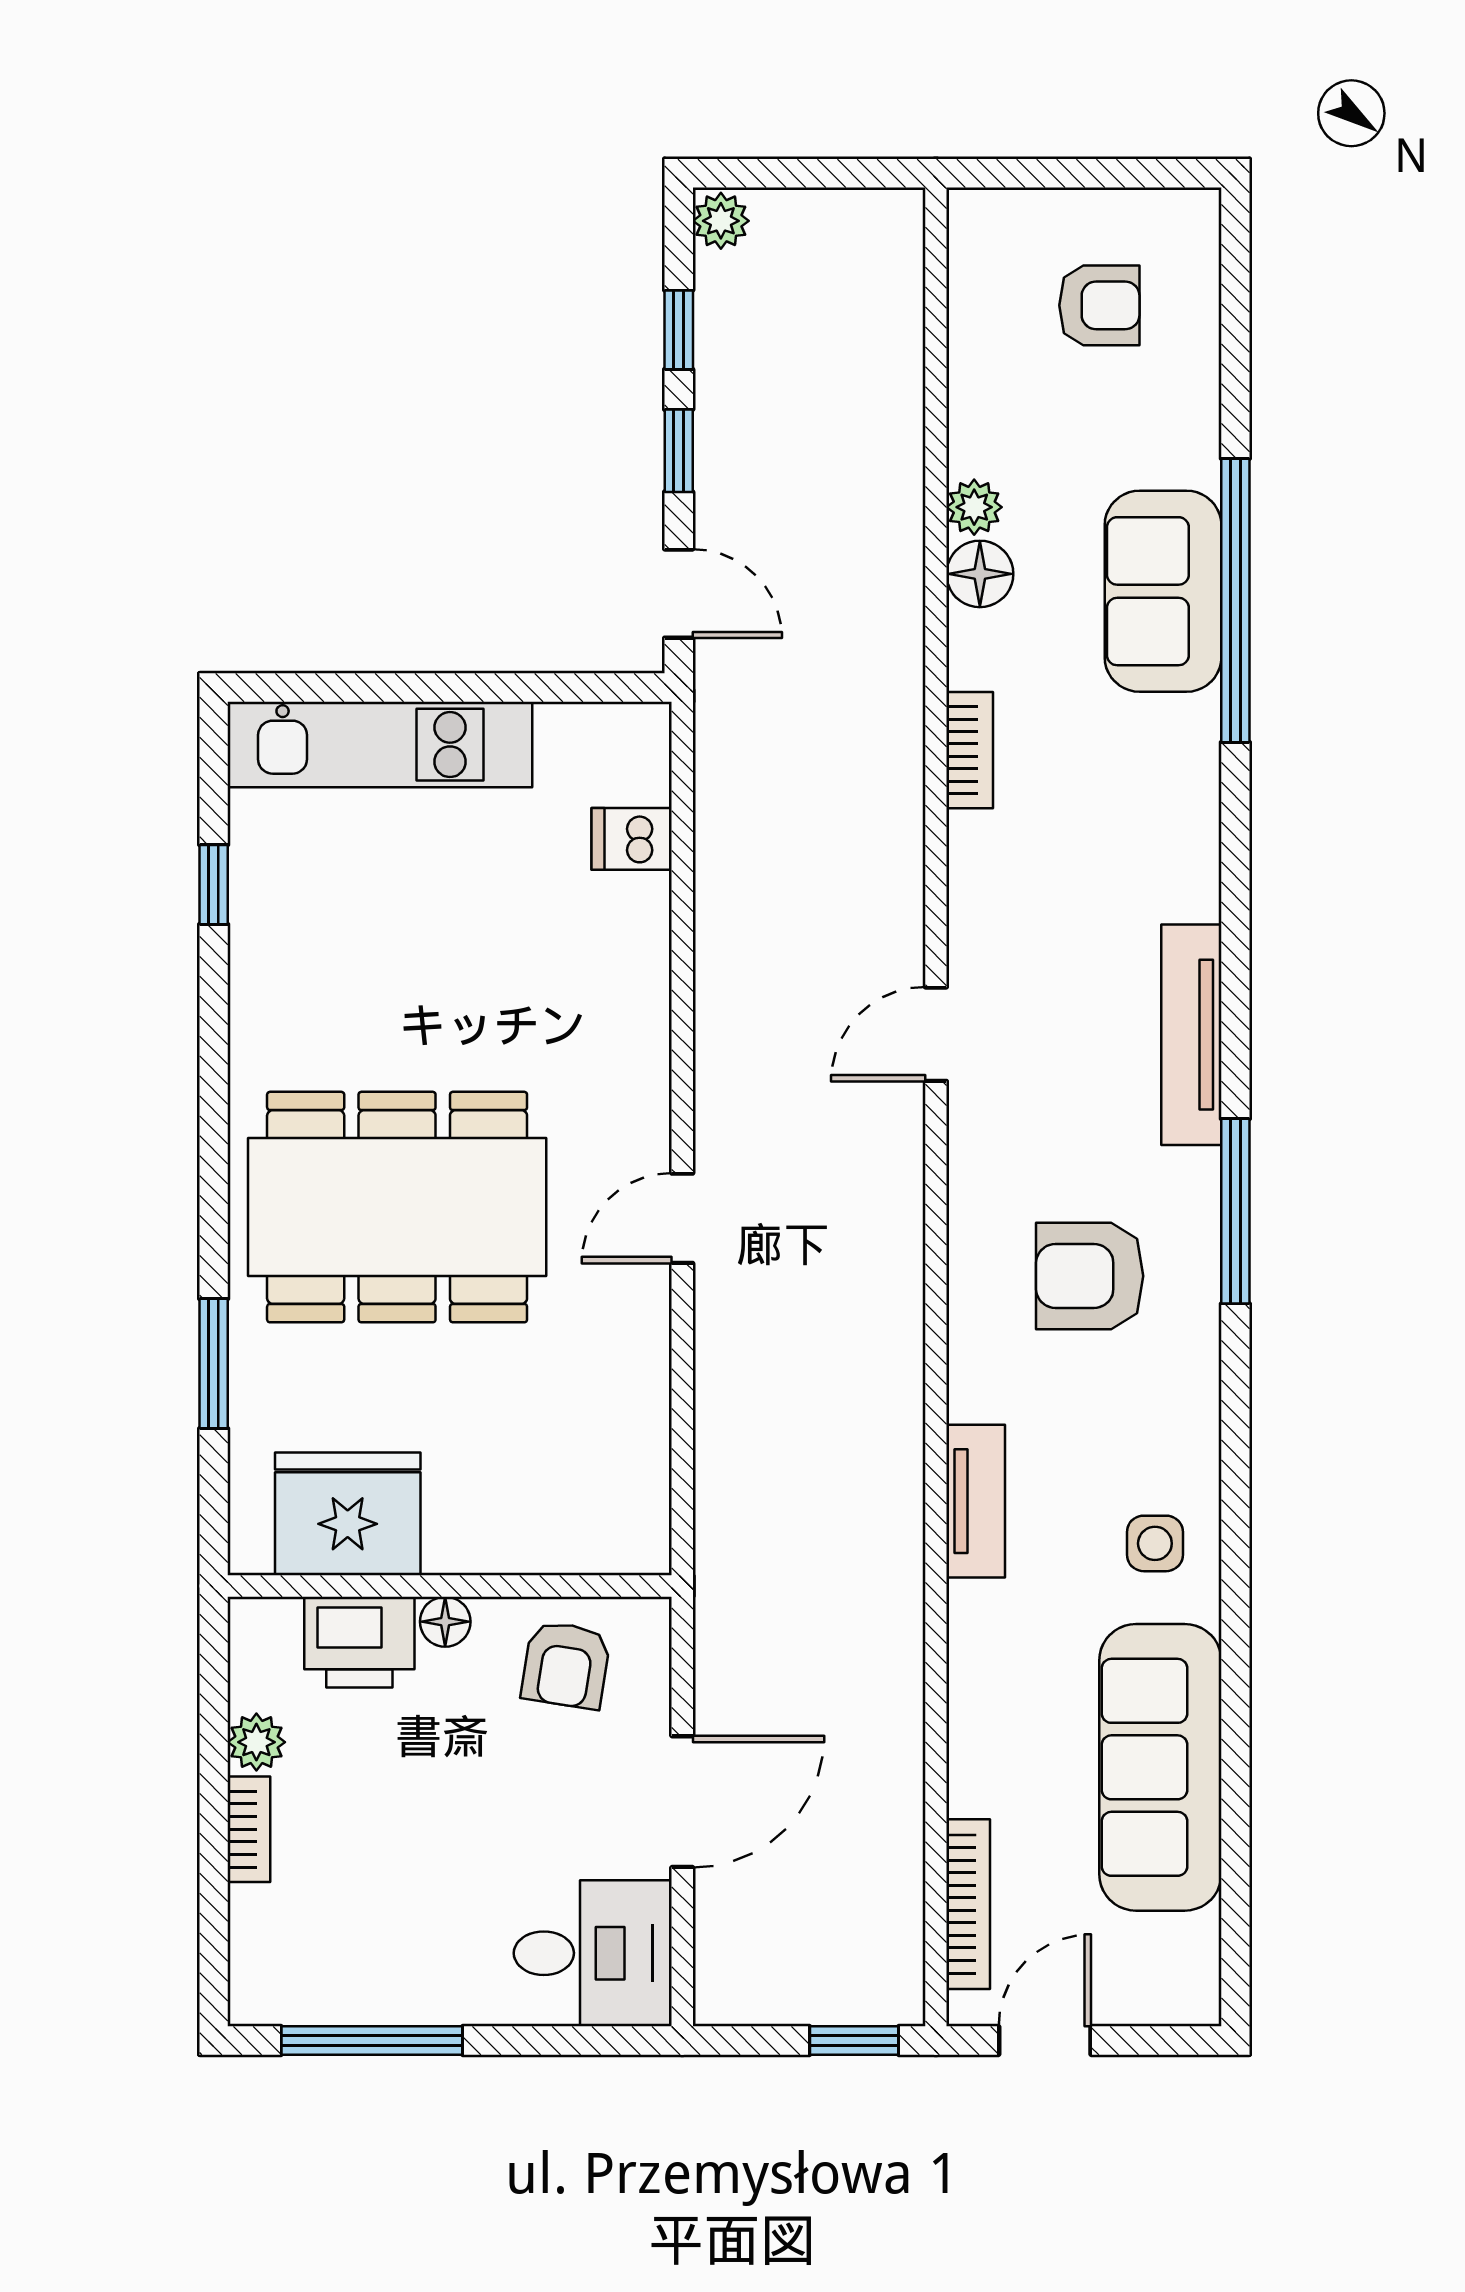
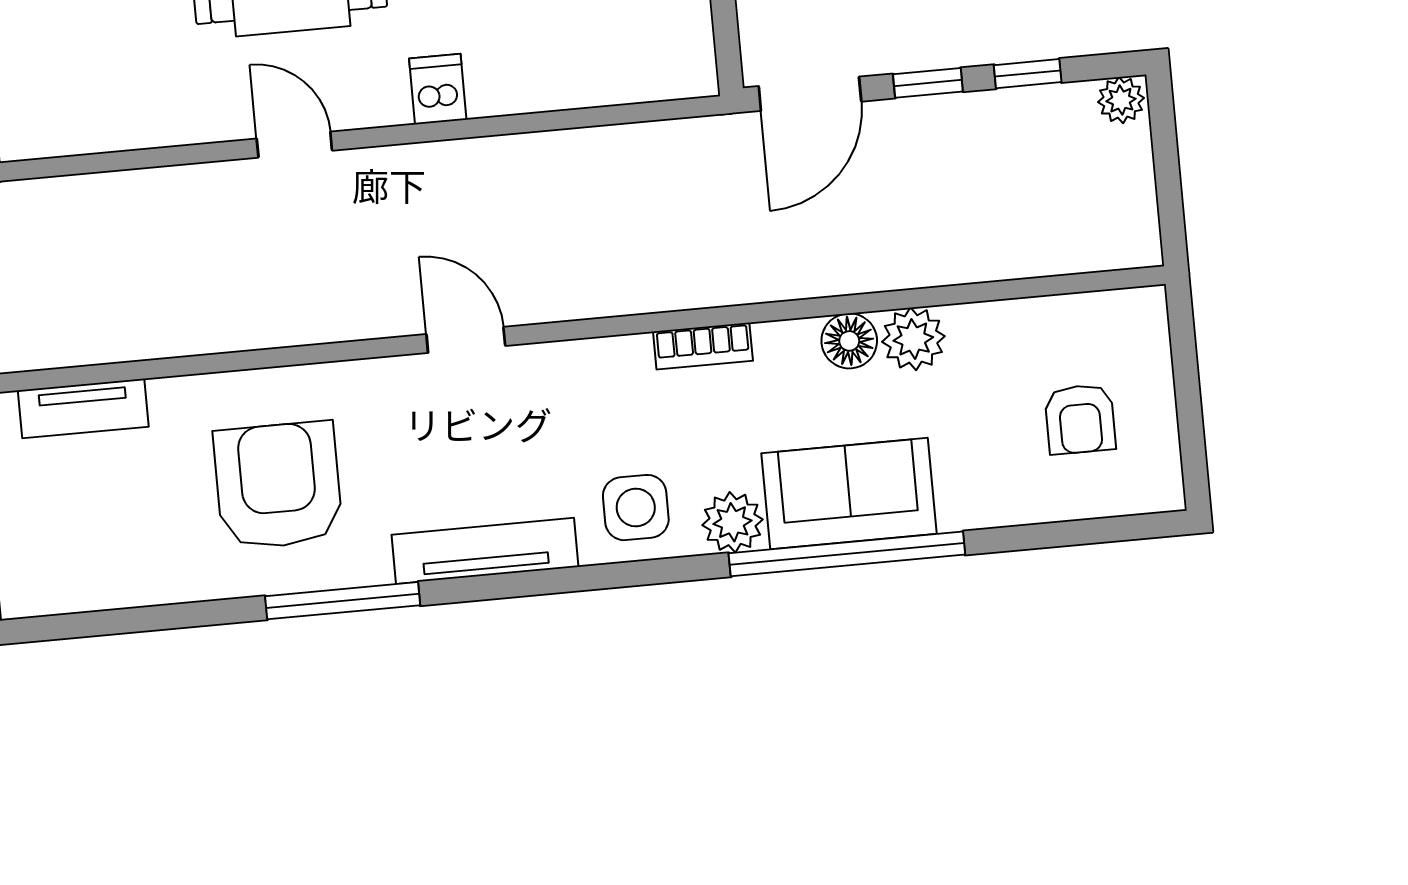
plant: (974, 507) -> (913, 339), width x1.38, depth x1.38
door: (679, 594) -> (810, 94), width x1.38
plant: (1185, 734) -> (732, 522), added
dishwasher: (632, 839) -> (438, 89), moved
armchair: (1090, 1276) -> (278, 485), width x1.36, depth x1.36
side table: (1155, 1543) -> (636, 508), moved, width x1.37, depth x1.37

